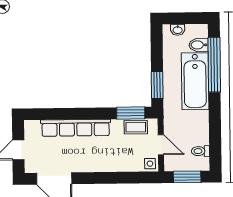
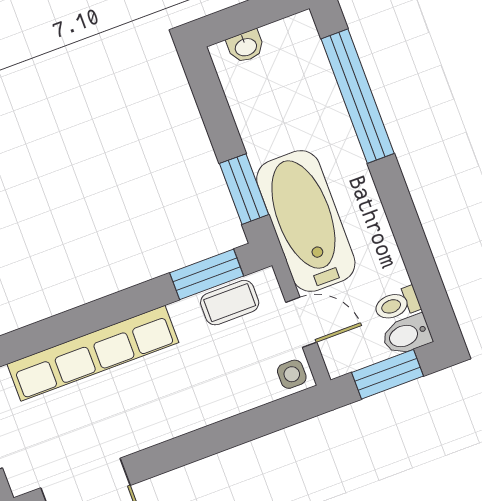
bidet: (199, 45) -> (407, 335), moved
bathtub: (195, 81) -> (306, 221), moved, turned 180

